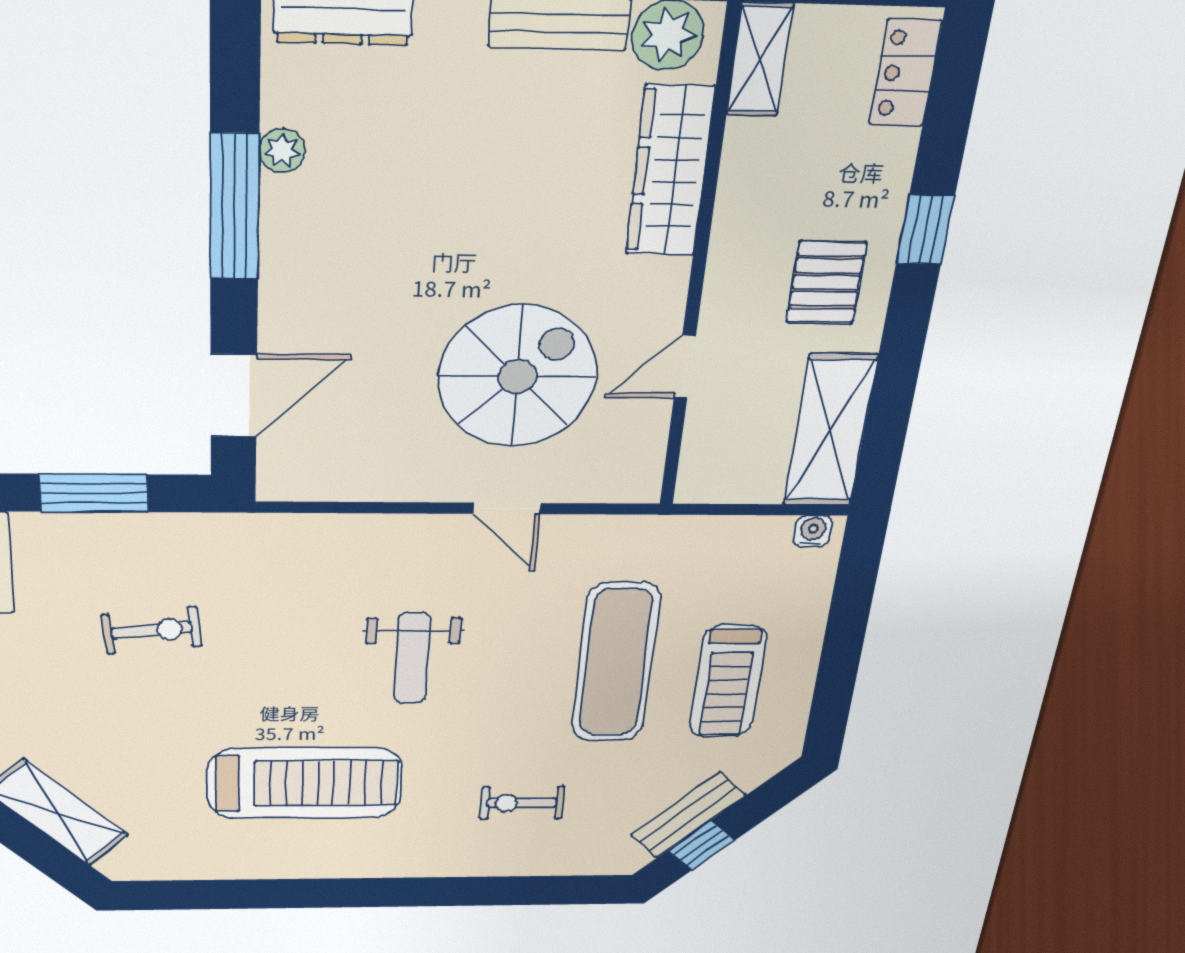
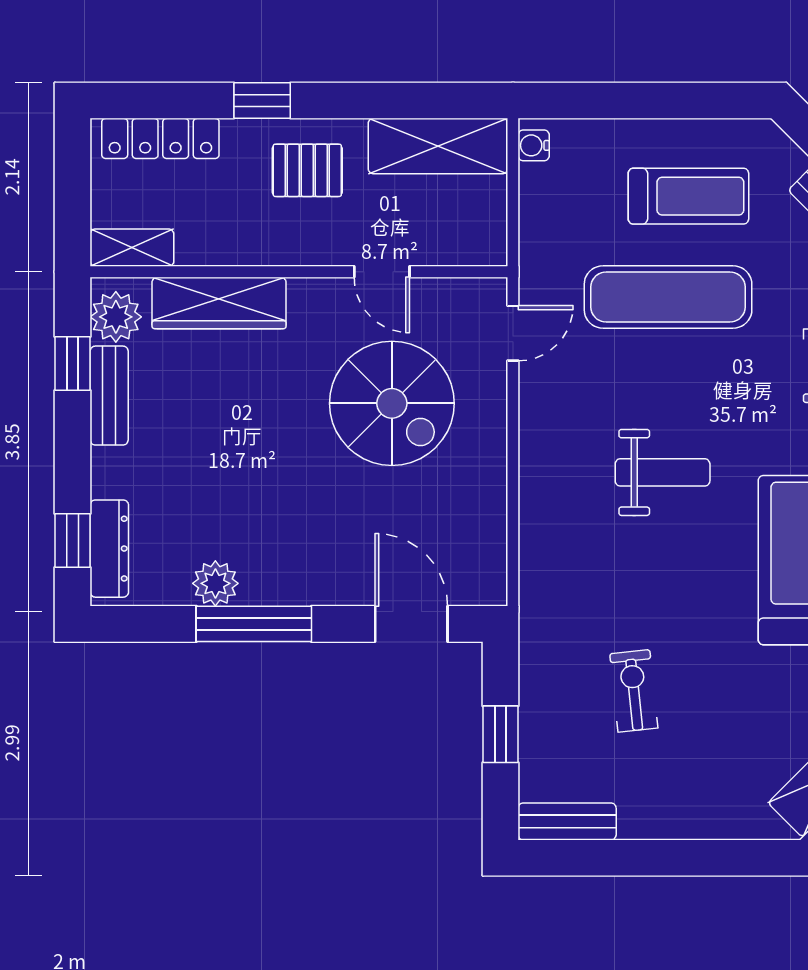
locker: (906, 73) -> (160, 138), width x1.53
plant: (282, 151) -> (215, 583), width x1.38, depth x1.38
spiral stairs: (517, 376) -> (392, 403), turned 180
window: (94, 493) -> (501, 734), width x0.67
door: (507, 508) -> (513, 333), moved

